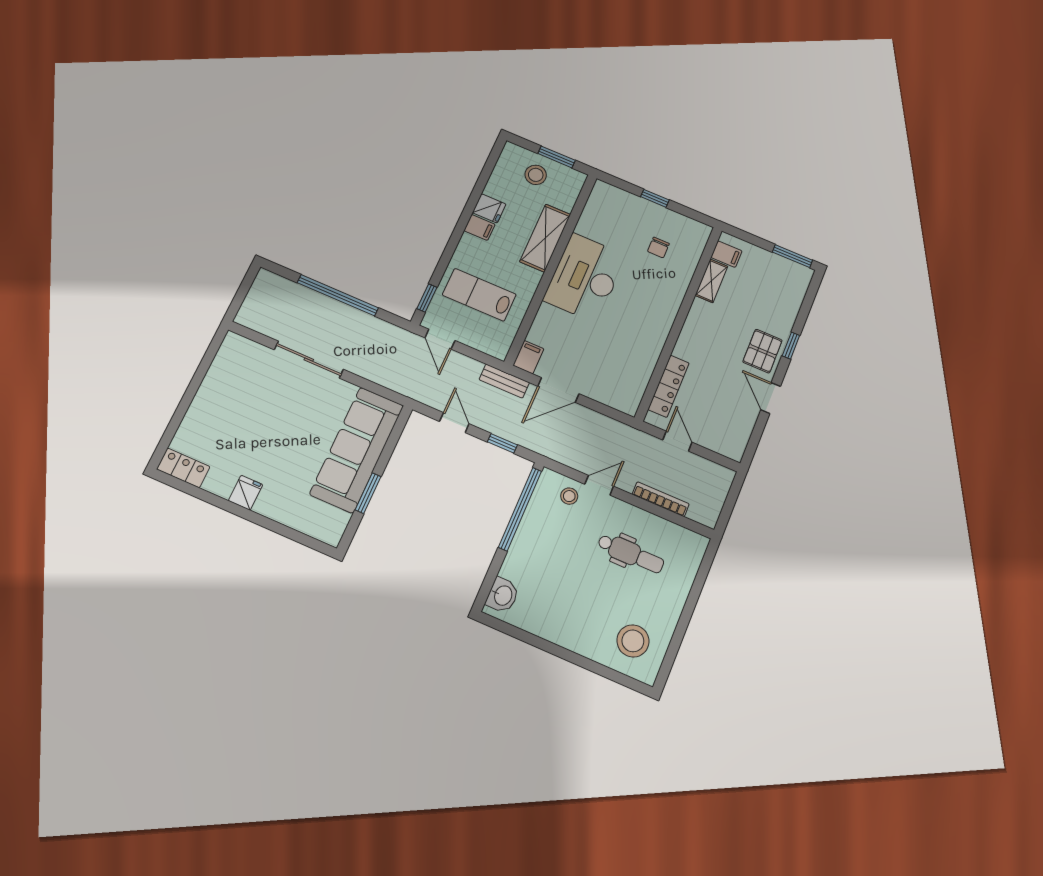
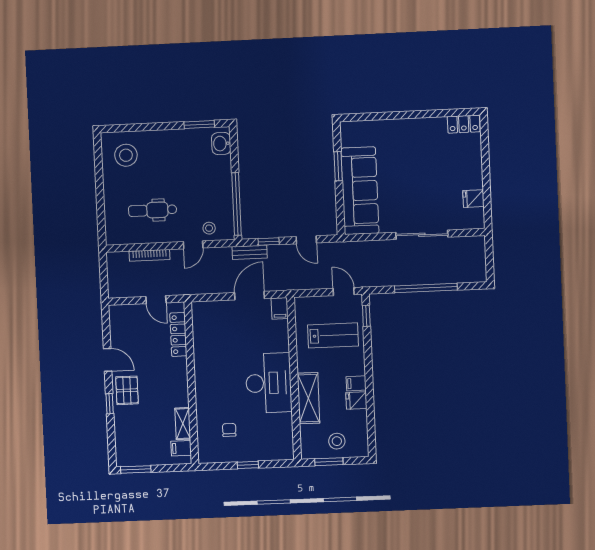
bench: (504, 381) -> (250, 252), moved
fridge: (246, 493) -> (473, 199), moved, turned 90
window: (519, 634) -> (199, 125), added

